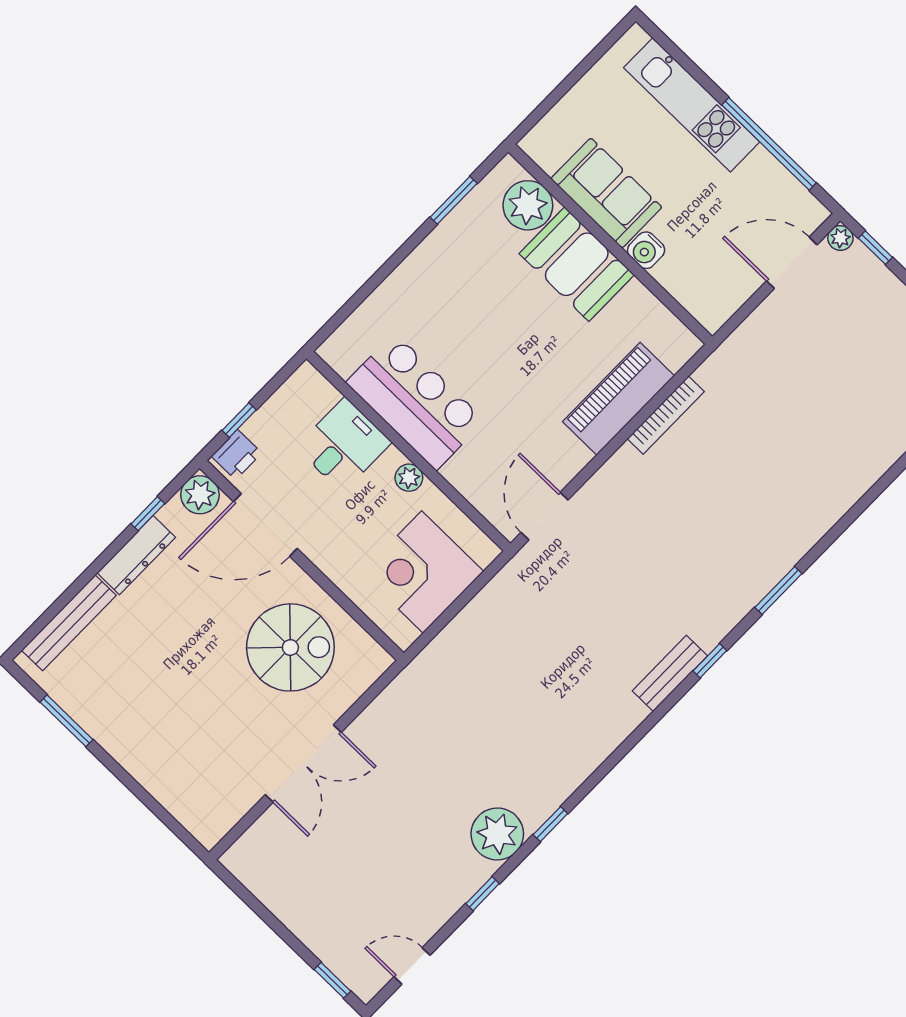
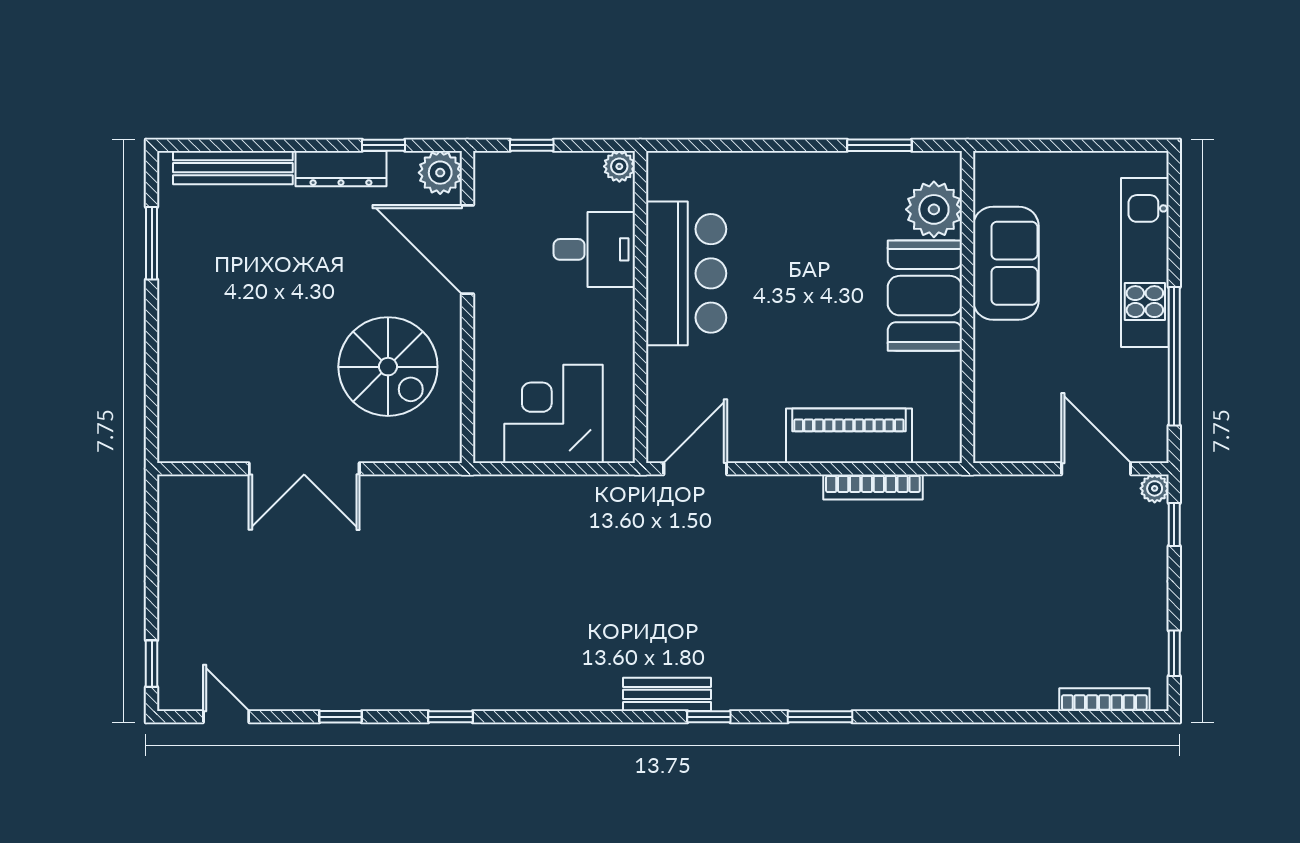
water cooler: (646, 250) -> (991, 341), removed
printer: (236, 455) -> (502, 170), removed
plant: (409, 478) -> (619, 166), moved
plant: (497, 834) -> (400, 682), removed

